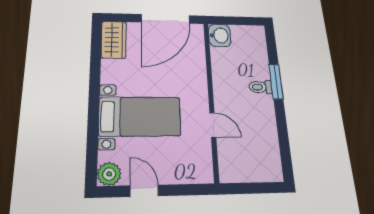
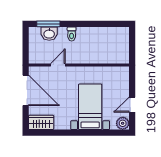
washbasin: (220, 35) -> (49, 34), moved, turned 180
window: (276, 82) -> (48, 24), moved
door: (213, 125) -> (58, 65), moved

